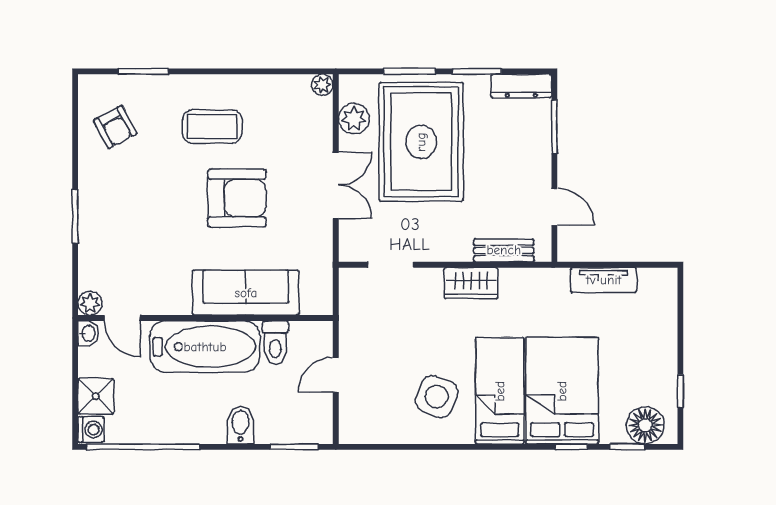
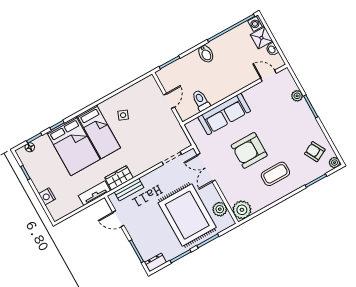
plant: (322, 85) -> (242, 210), width x1.88, depth x1.88
plant: (90, 86) -> (335, 163), added
dresser: (521, 86) -> (155, 263), width x0.70
double door: (336, 185) -> (206, 168), moved
tv unit: (604, 280) -> (94, 193), moved
wardrobe: (471, 283) -> (119, 178), moved
plant: (90, 303) -> (297, 96), moved
nightstand: (664, 324) -> (47, 196), added
washbasin: (88, 333) -> (272, 49), moved
bathtub: (205, 347) -> (228, 83), removed
side table: (437, 397) -> (123, 115), width x0.54, depth x0.54
bidet: (241, 425) -> (206, 54), moved
floor lamp: (645, 425) -> (30, 147), width x0.53, depth x0.53

